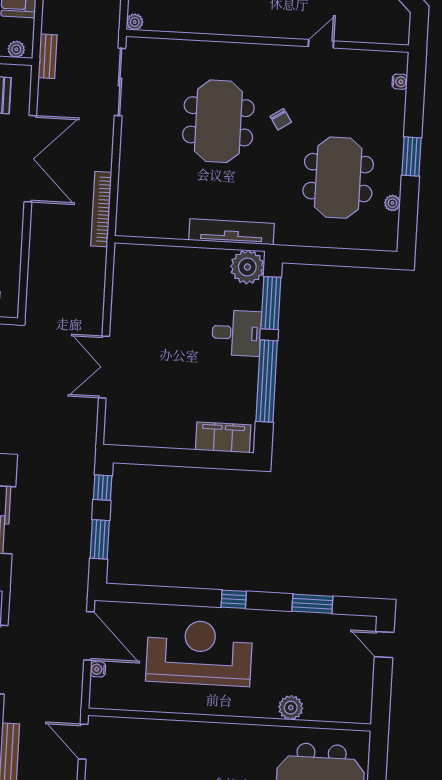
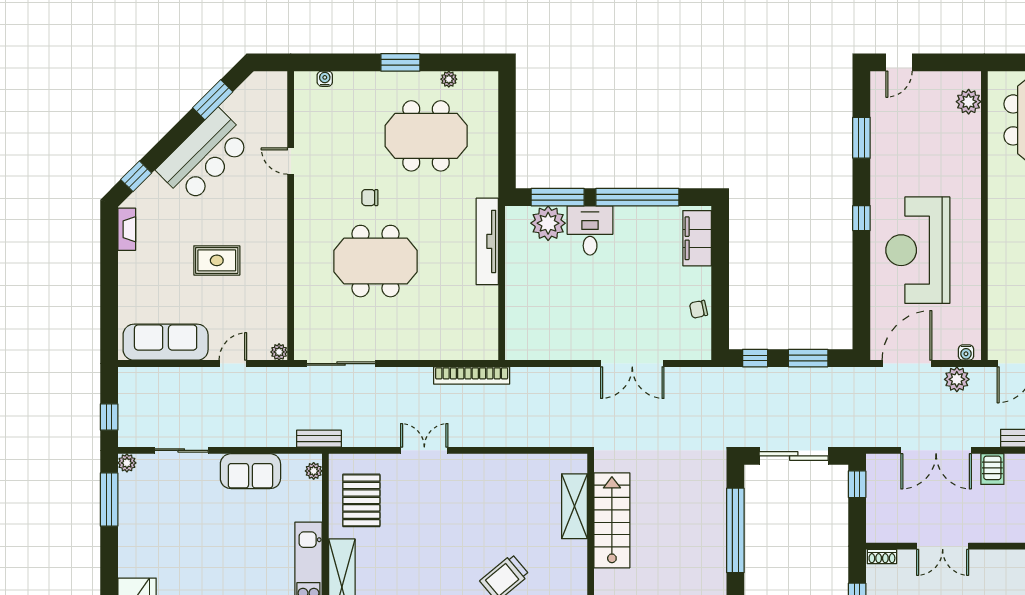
chair: (281, 119) -> (370, 198), turned -147
double door: (30, 159) -> (424, 450), width x0.54
plant: (247, 267) -> (548, 223), moved
chair: (153, 435) -> (698, 309), added
water cooler: (98, 669) -> (966, 353), moved
plant: (71, 684) -> (957, 379), added
plant: (291, 708) -> (969, 102), moved

